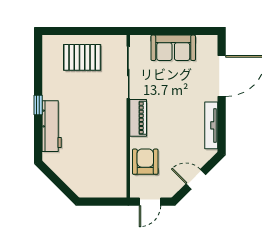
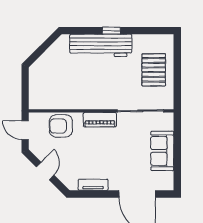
tv unit: (211, 125) -> (93, 185), width x0.71
workbench: (52, 126) -> (101, 45), width x1.36, depth x1.32
armchair: (145, 162) -> (61, 126), turned 180

